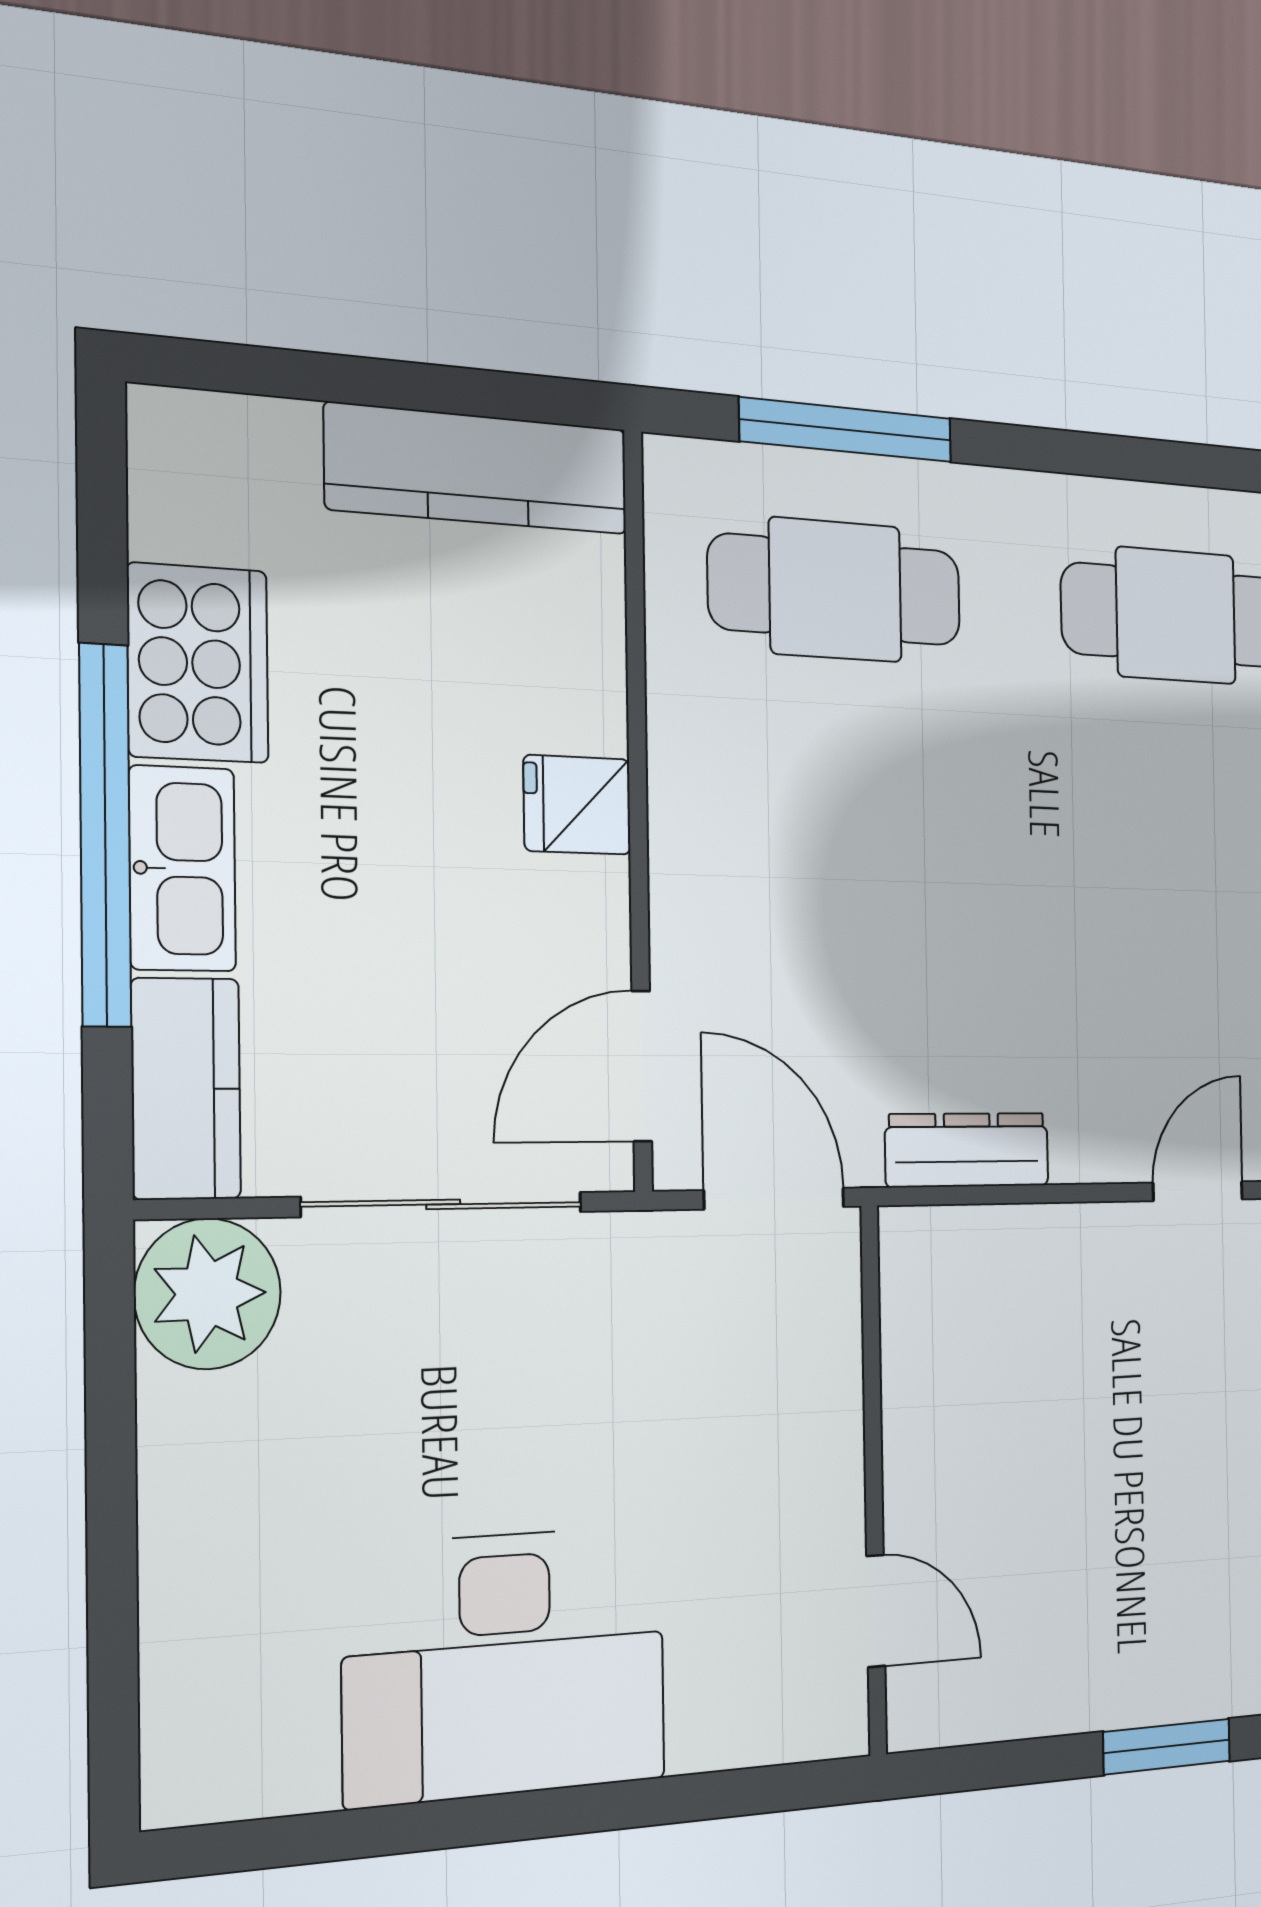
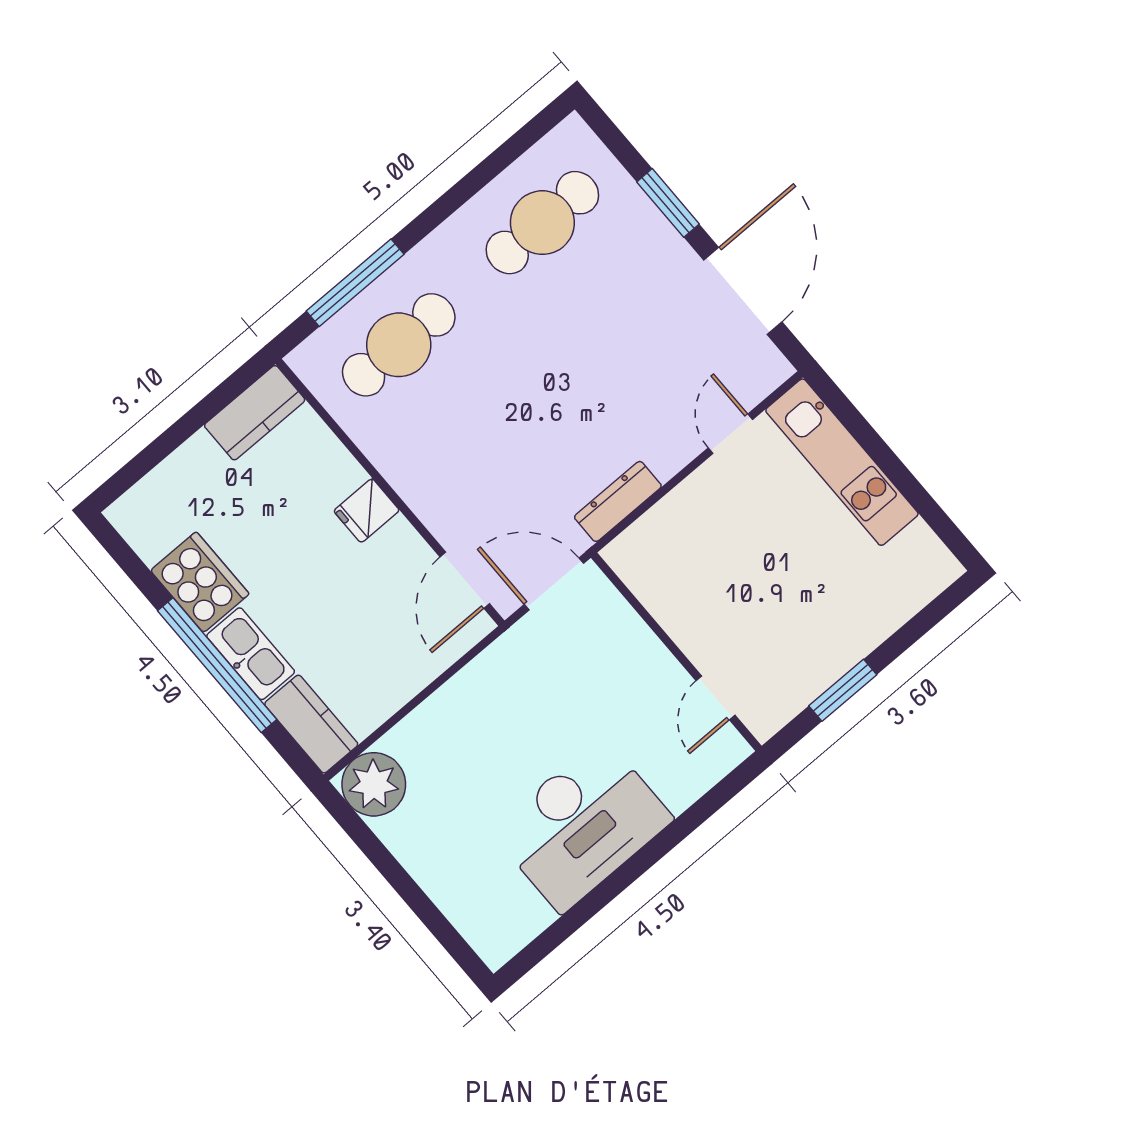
kitchen counter: (478, 469) -> (255, 413), width x0.67
sliding door: (443, 1204) -> (431, 688), removed
door: (876, 1611) -> (716, 698), swing flipped
window: (1167, 1747) -> (843, 690), moved

